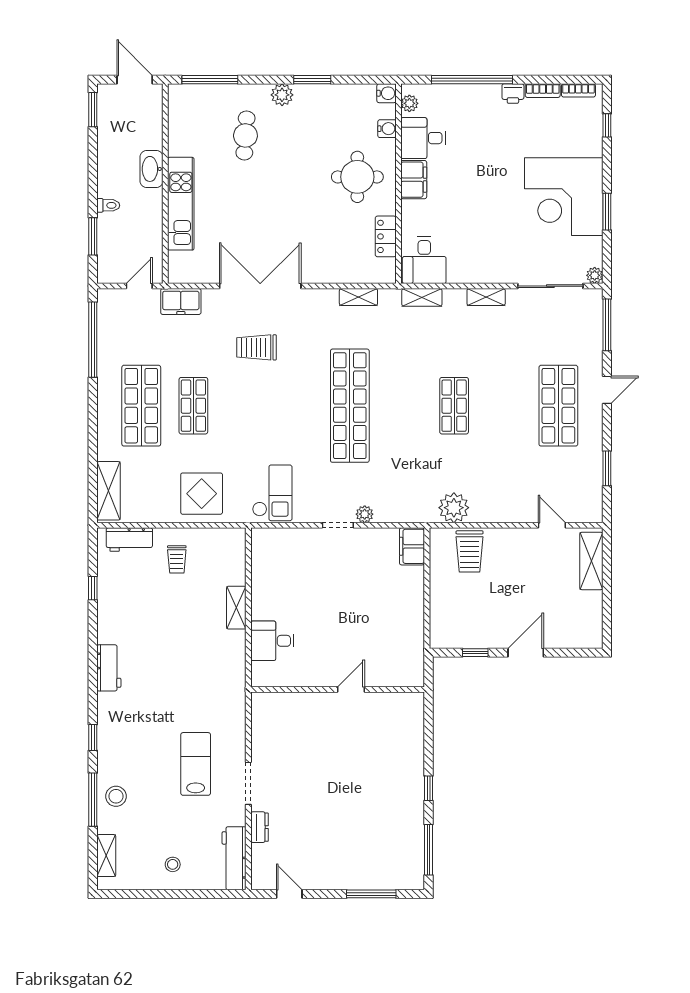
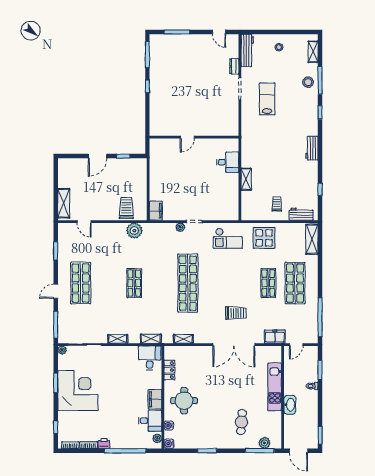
plant: (282, 95) -> (264, 443), moved
checkout: (272, 493) -> (228, 238), turned -90
lab bench: (196, 764) -> (267, 99), turned 180

